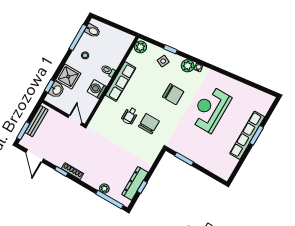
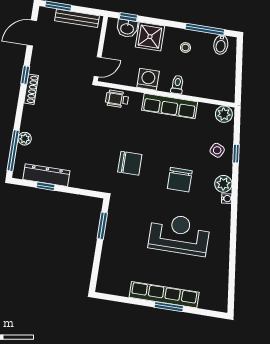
wheelchair: (130, 116) -> (117, 99), moved

